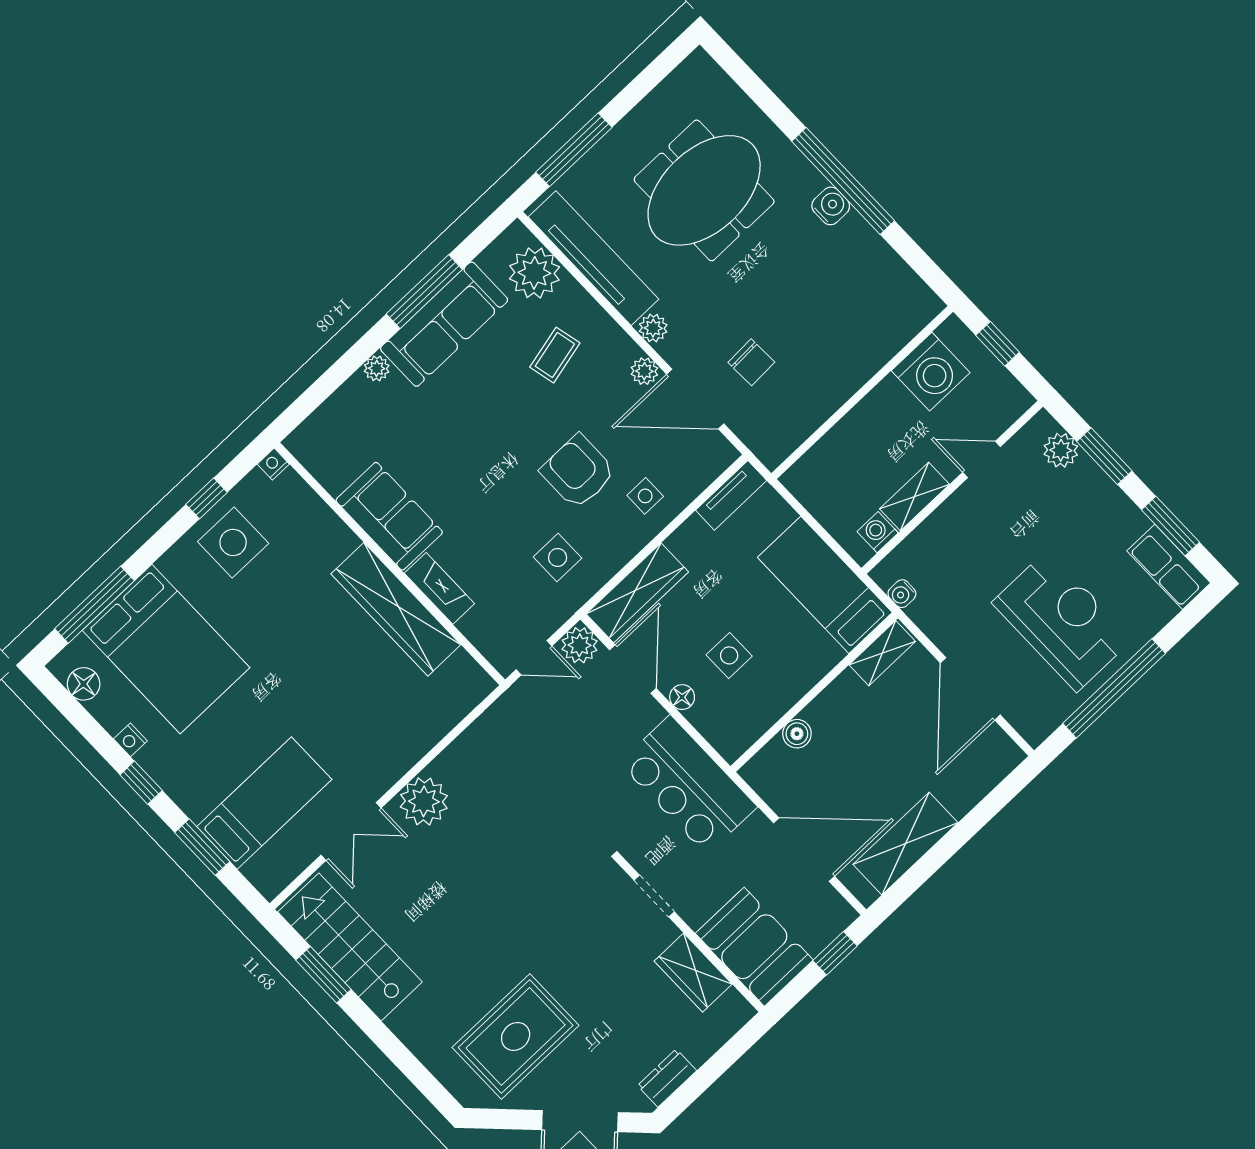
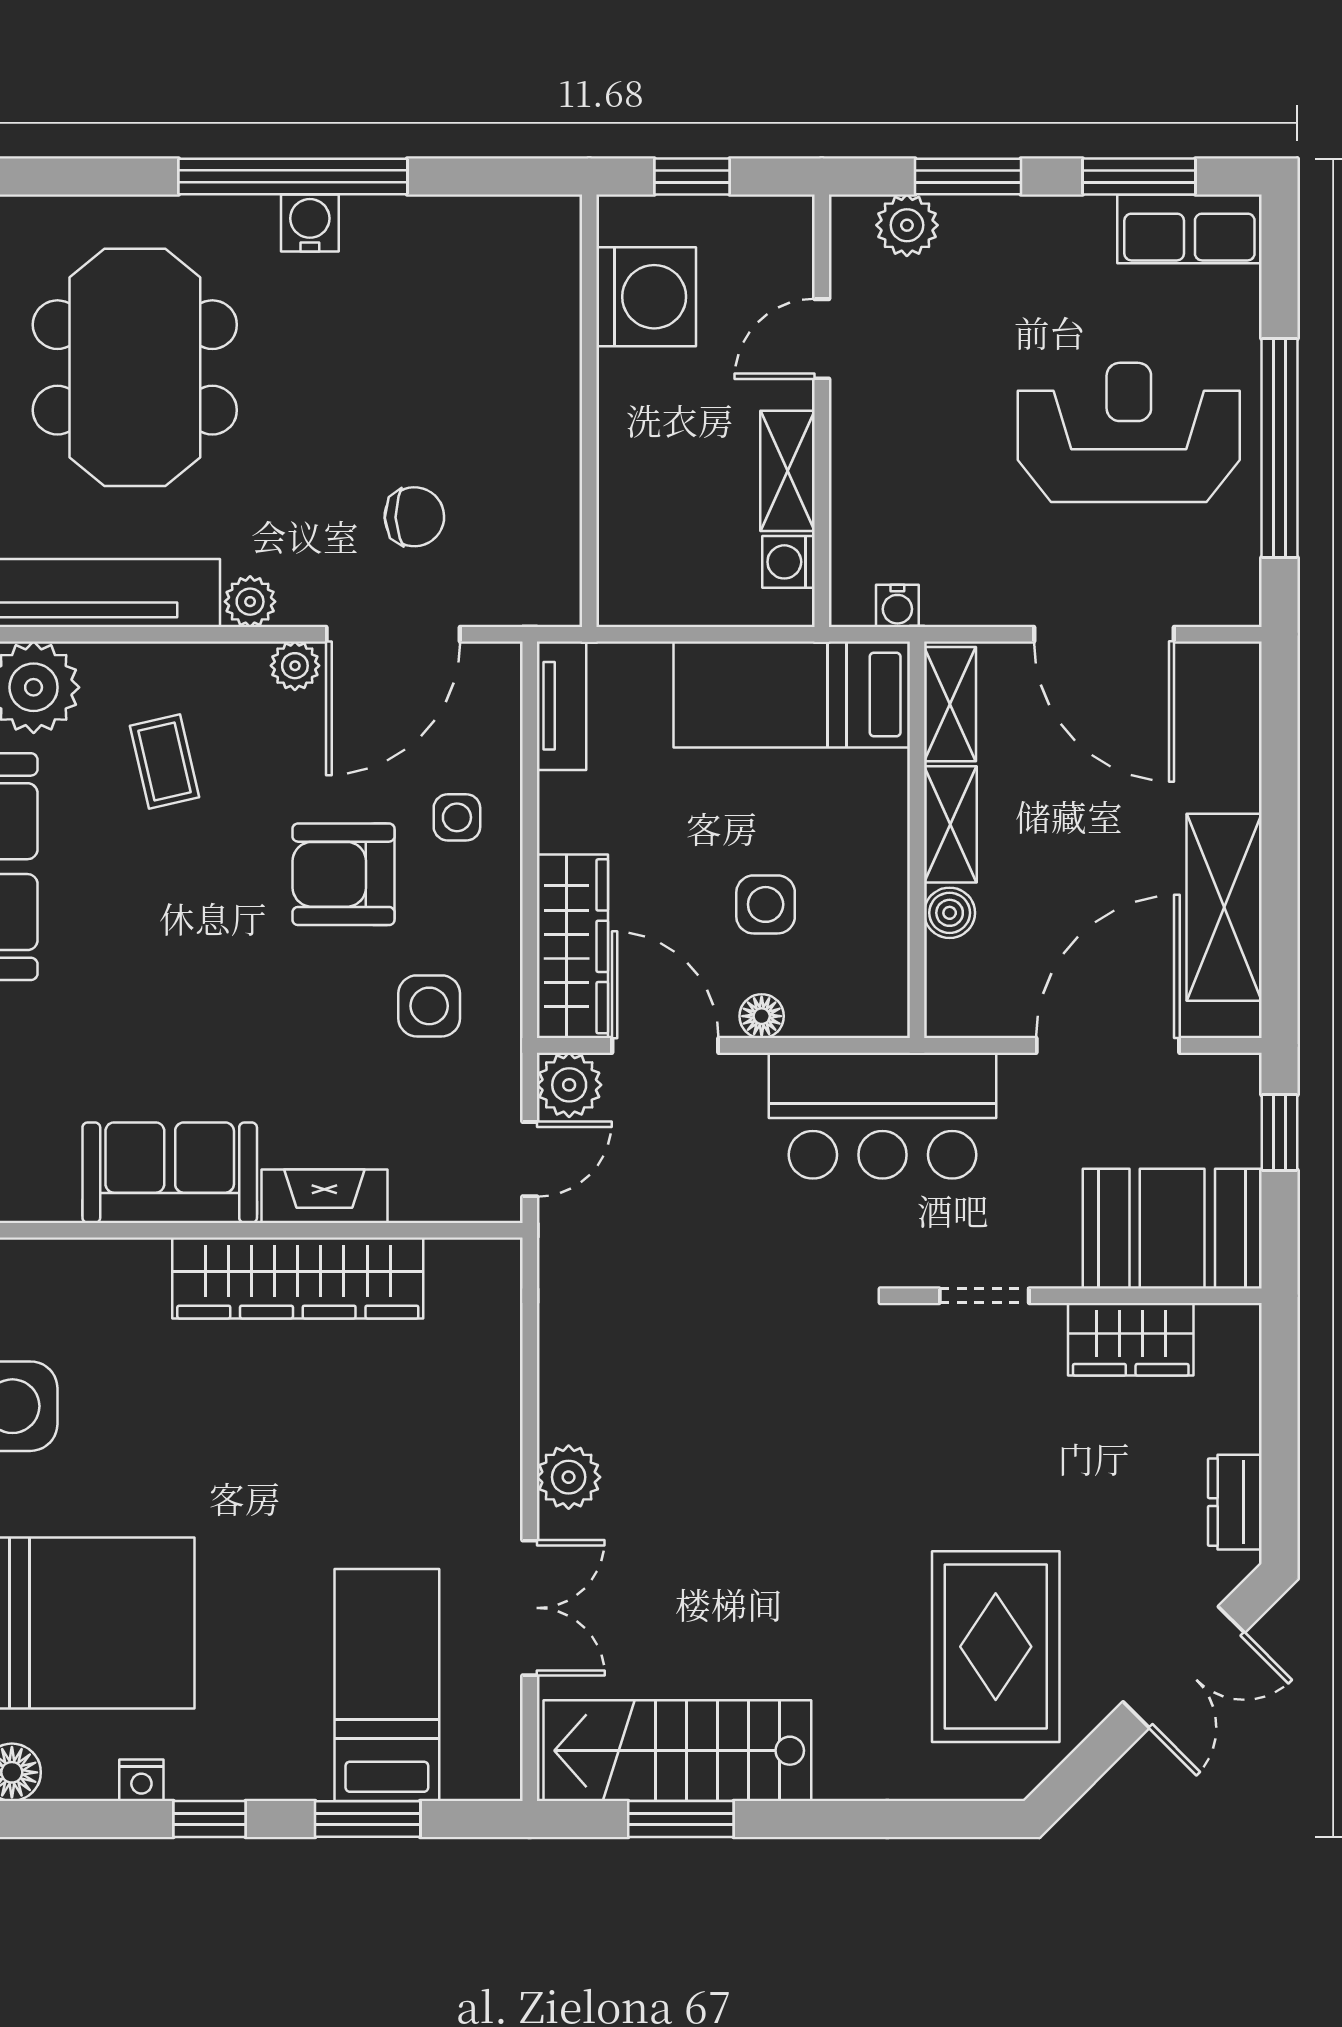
shelving: (833, 700) -> (950, 824), added
plant: (424, 801) -> (569, 1477), width x0.73, depth x0.73

